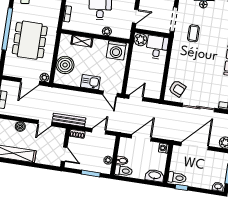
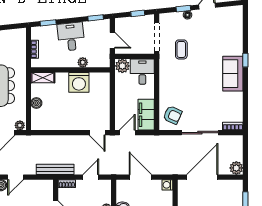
door: (135, 16) -> (112, 40), hinge flipped
shelving: (82, 41) -> (43, 78), moved
washing machine: (116, 50) -> (79, 82), moved
boiler: (65, 65) -> (36, 103), width x0.54, depth x0.54
kitchen sink: (90, 82) -> (73, 123), removed
filing cabinet: (155, 85) -> (146, 115), added
door: (45, 123) -> (15, 177), moved
door: (141, 138) -> (140, 177), hinge flipped

